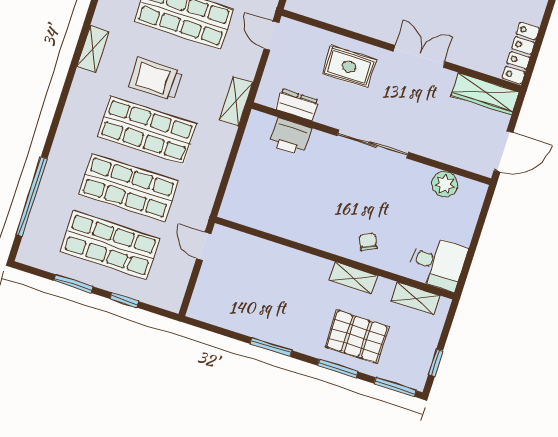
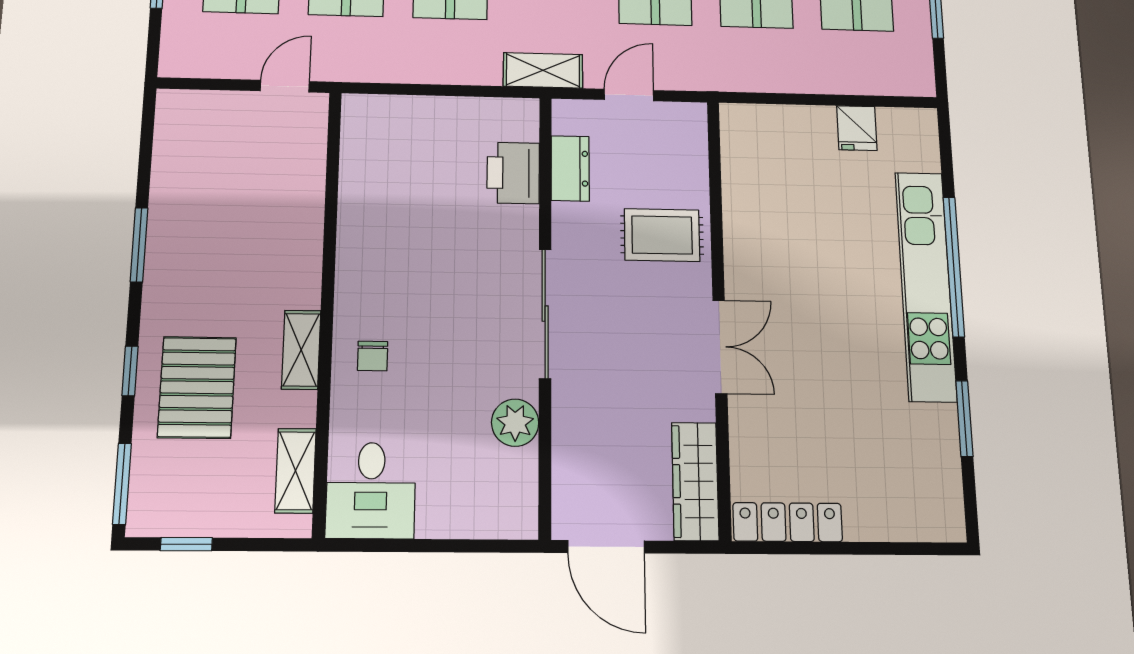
door: (271, 36) -> (629, 95), moved
rug: (349, 67) -> (662, 235), turned 90
plant: (445, 184) -> (515, 423), moved
chair: (368, 242) -> (373, 356), turned 115
window: (338, 369) -> (130, 371), width x0.67

